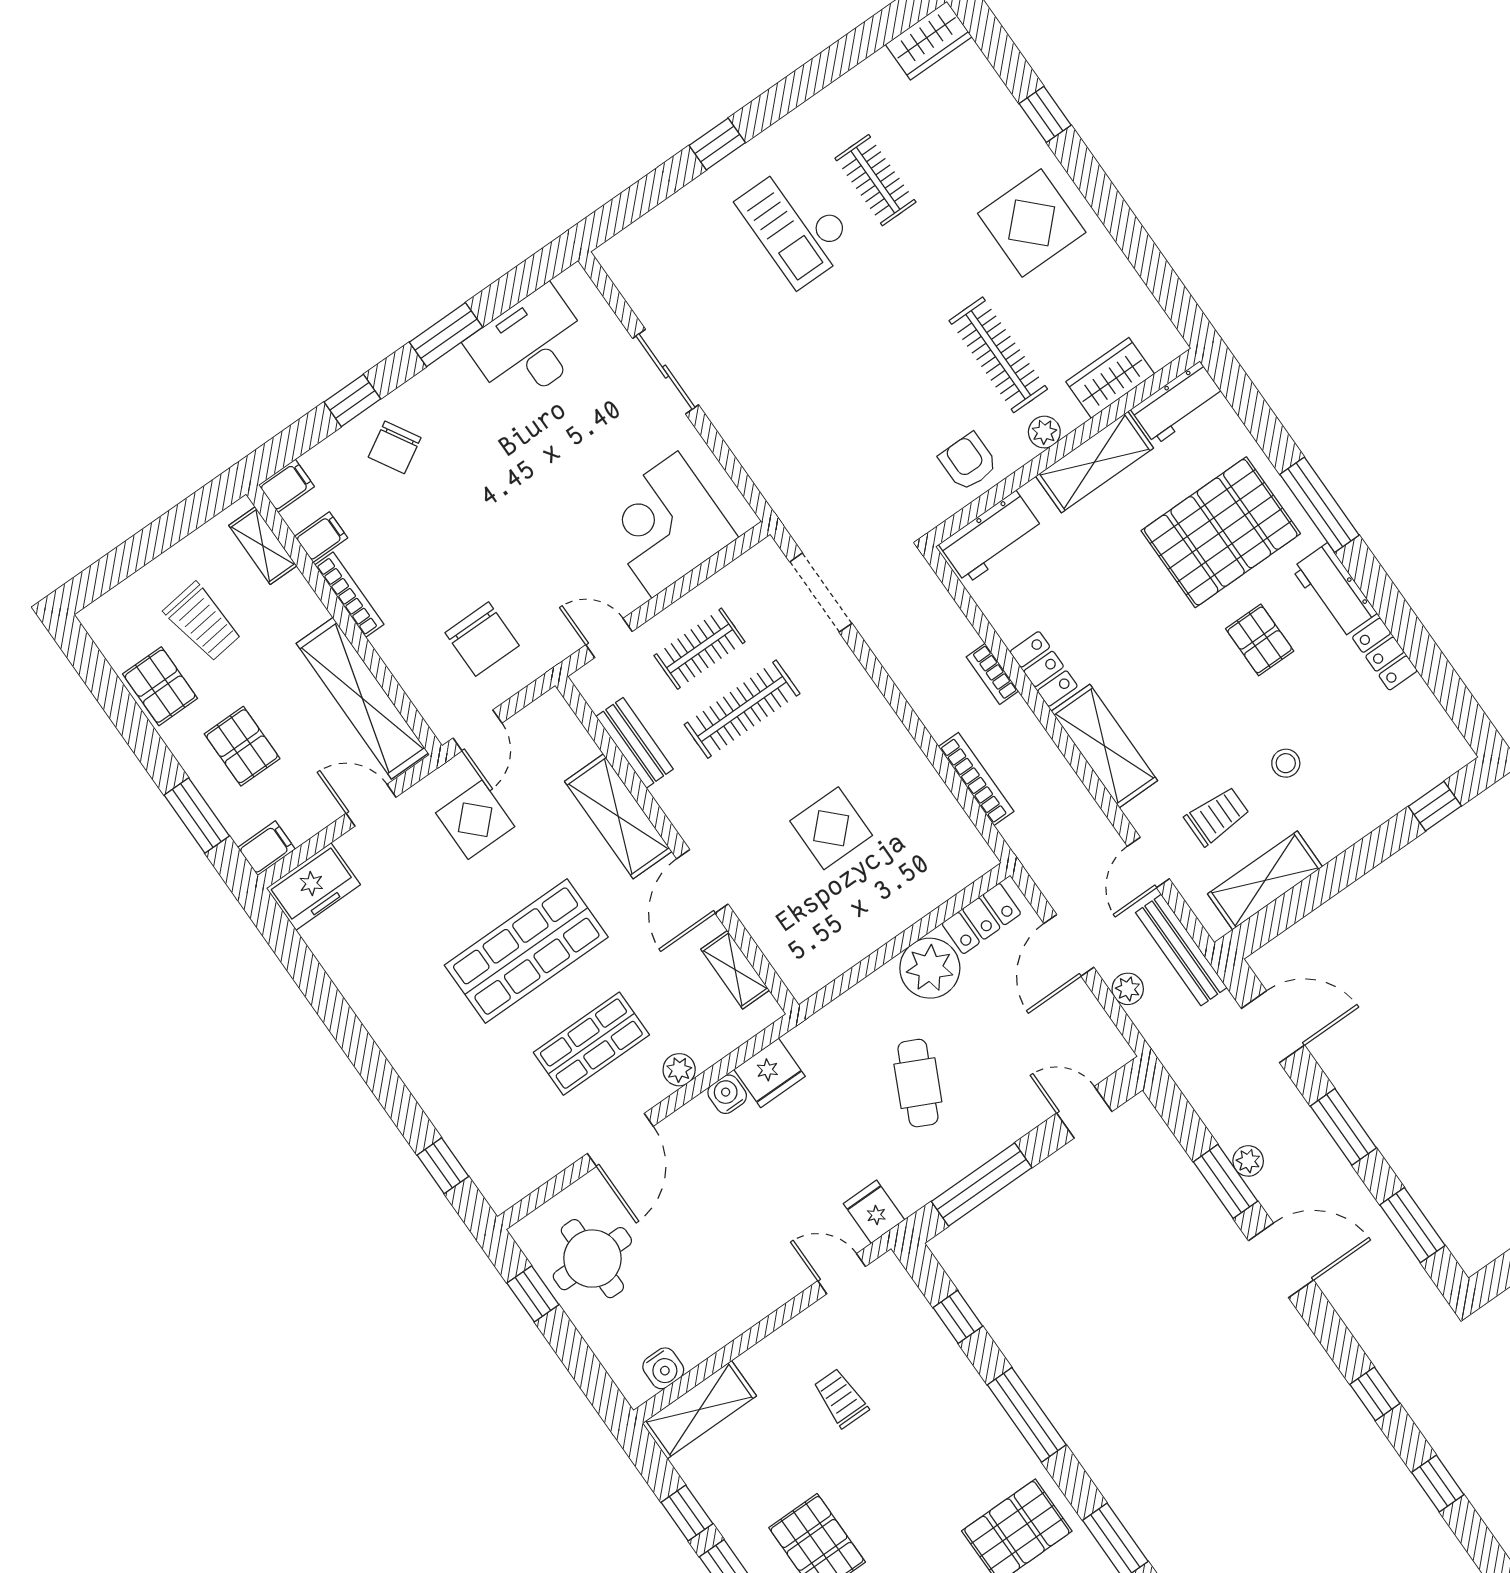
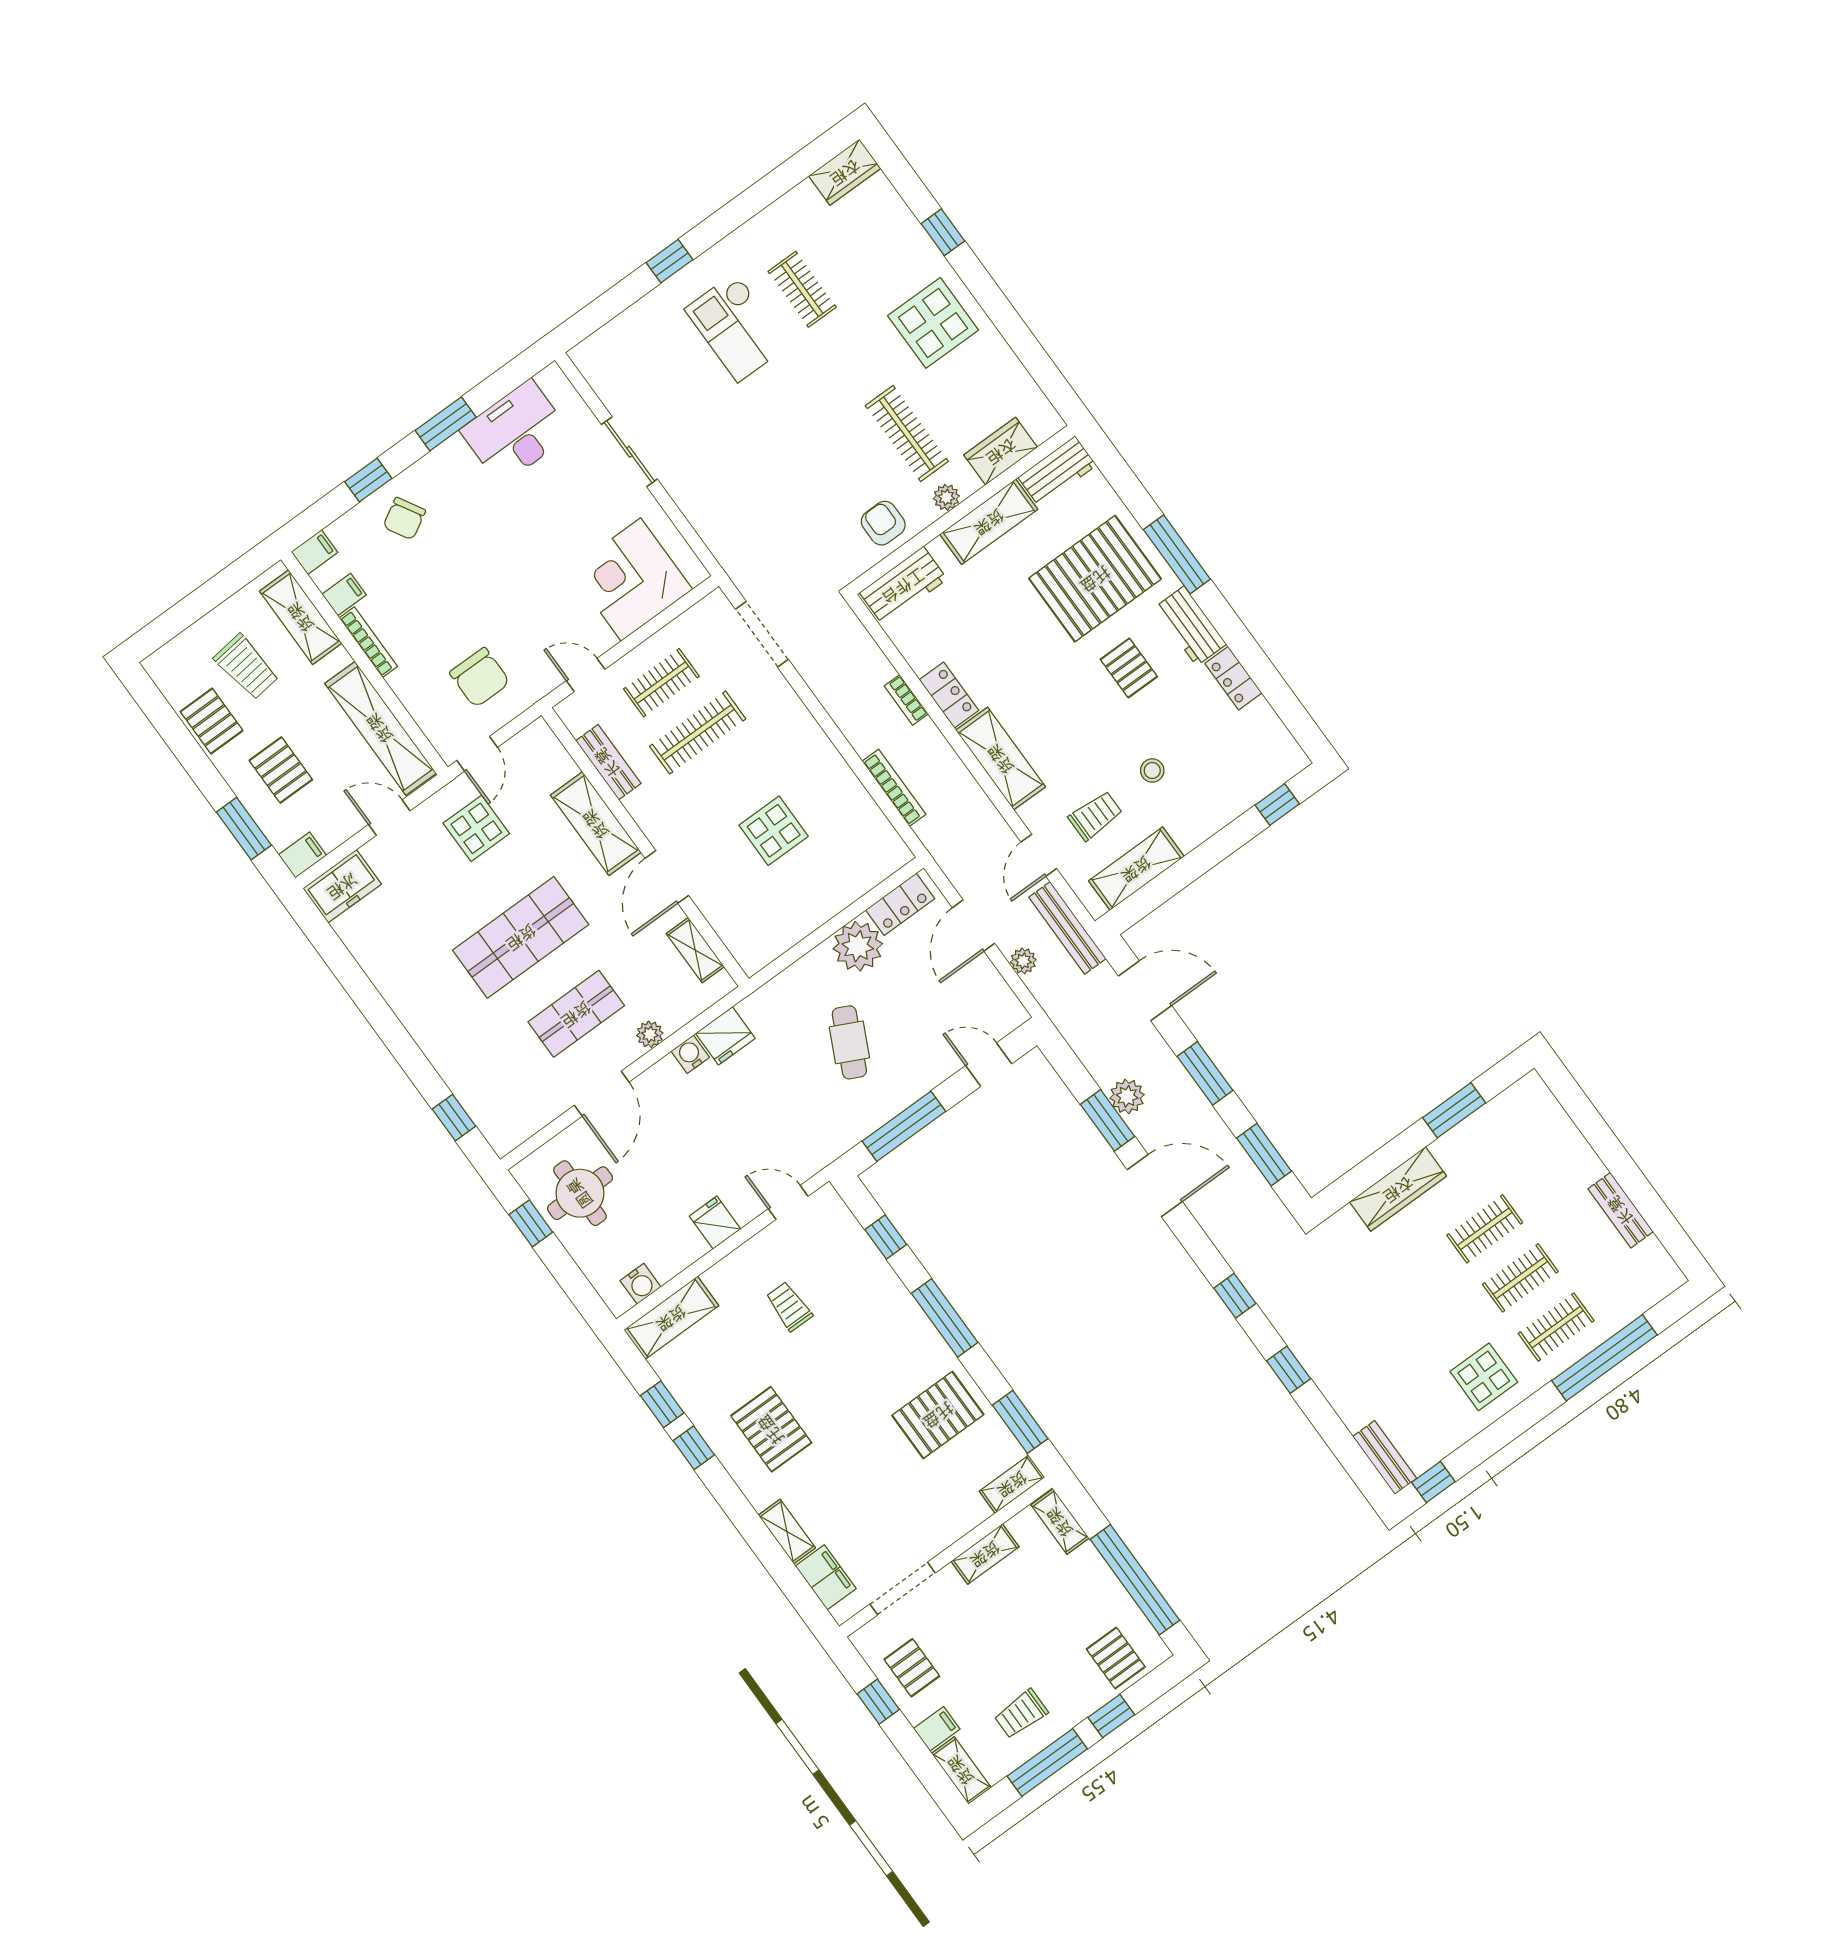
shelving: (263, 546) -> (301, 617), width x1.50, depth x1.33
plant: (1248, 1161) -> (1127, 1096), width x1.38, depth x1.38
fridge: (874, 1212) -> (715, 1223), moved

